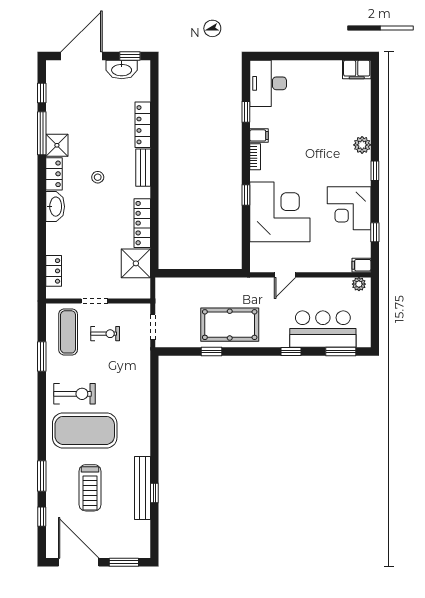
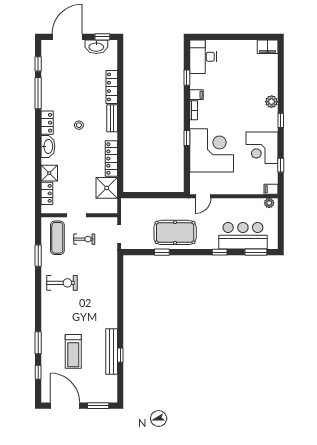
shower: (57, 145) -> (49, 173), moved
door: (285, 275) -> (203, 196), moved
exercise mat: (85, 430) -> (69, 310), removed

